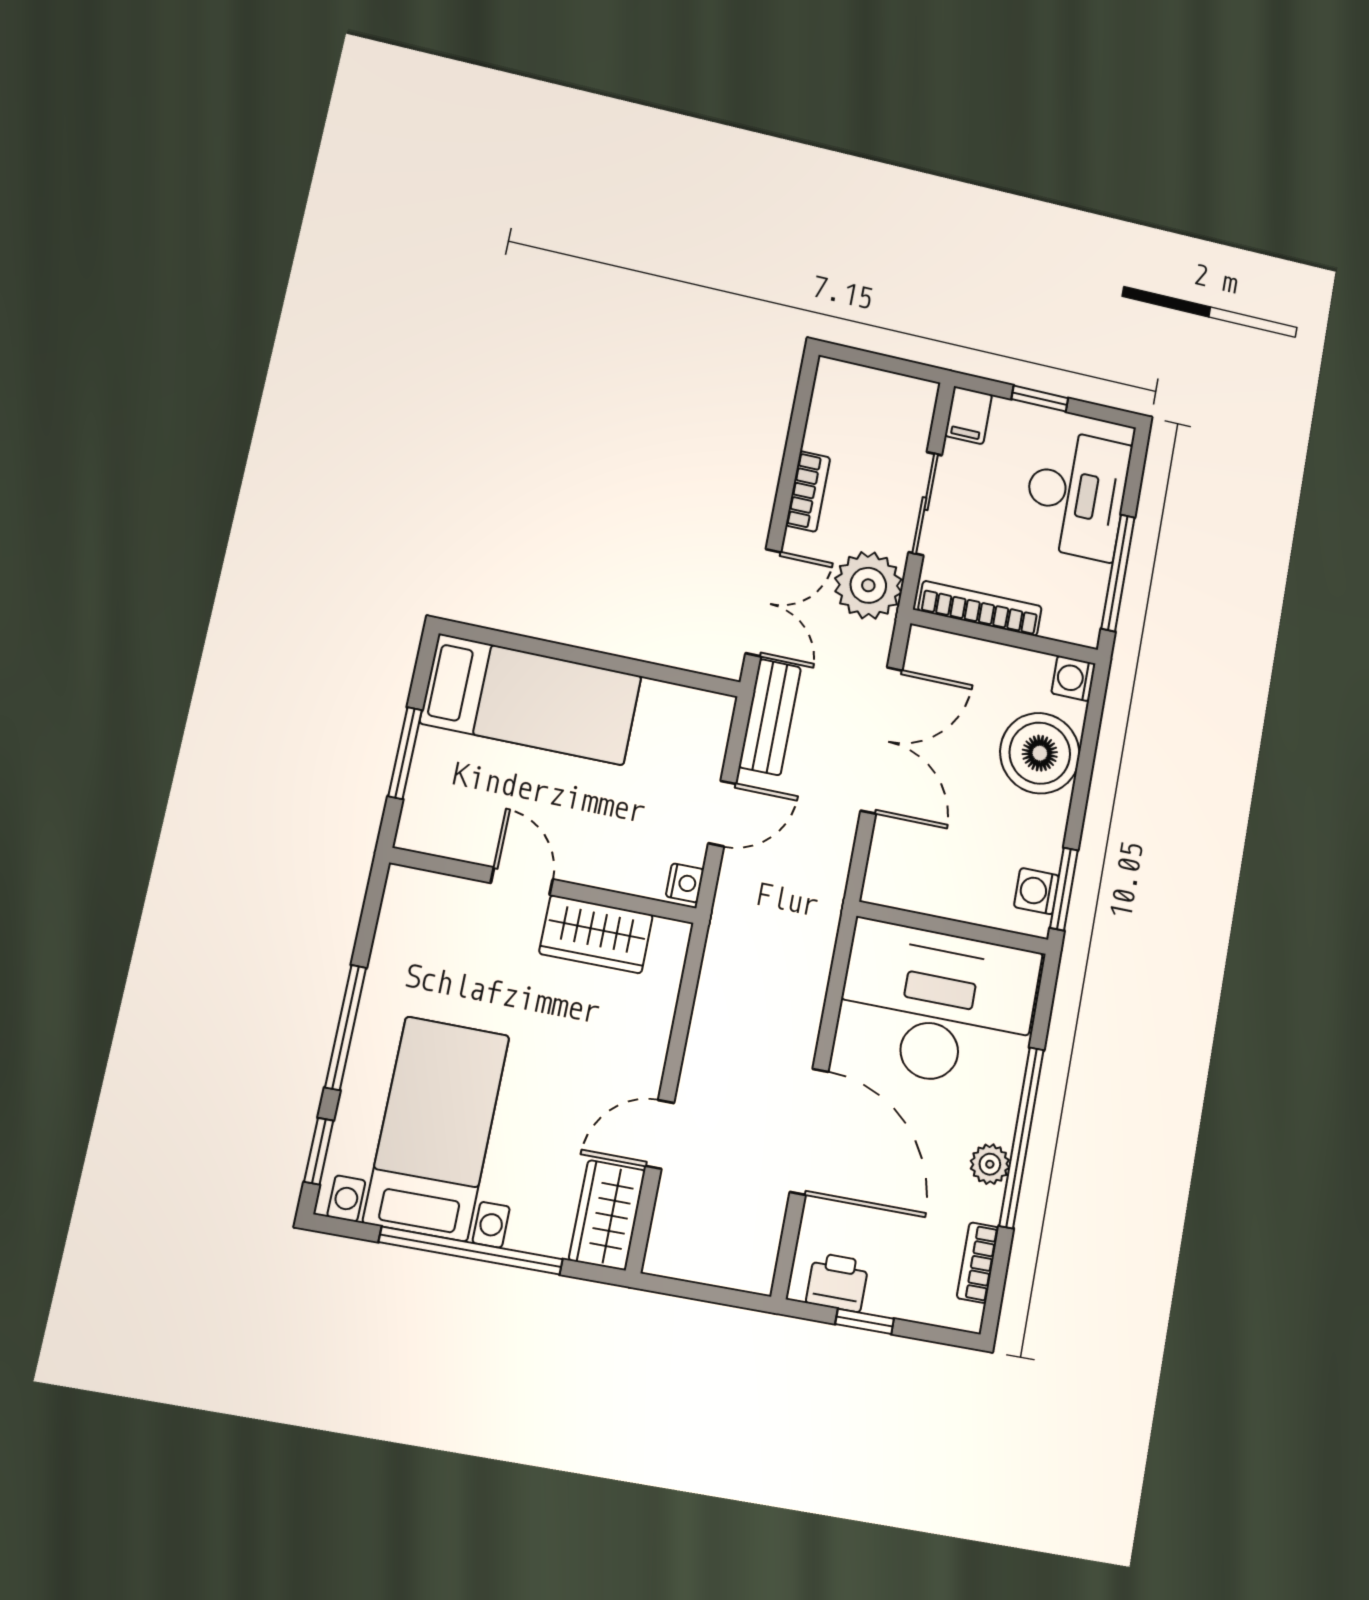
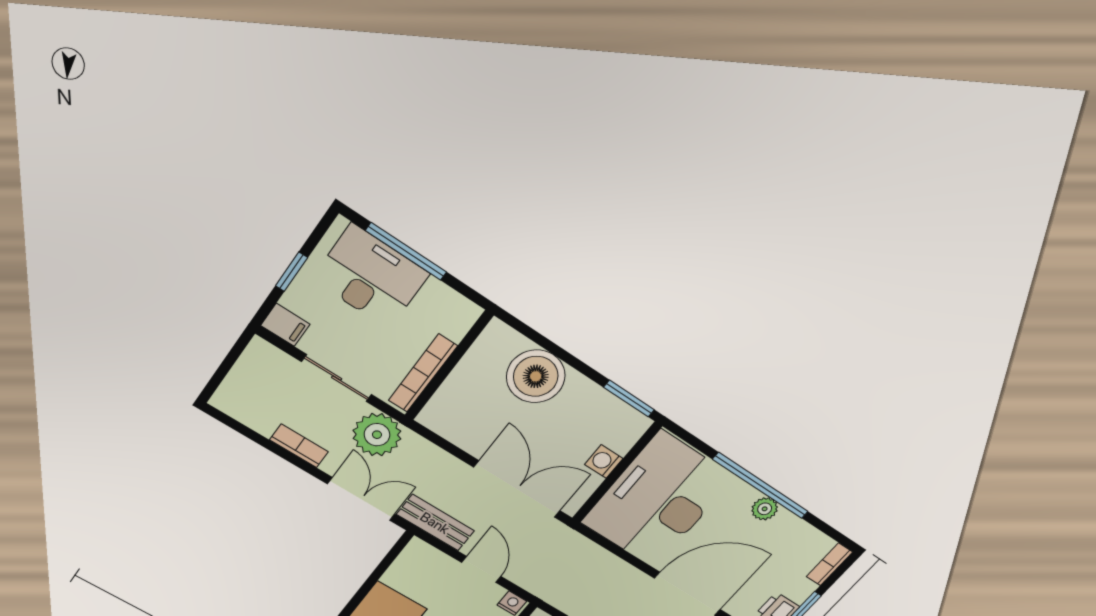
window: (1118, 573) -> (406, 251), moved
washing machine: (1073, 678) -> (497, 334), removed
double door: (881, 740) -> (517, 489), moved
washing machine: (1037, 891) -> (604, 461), moved, turned 90
bookcase: (978, 1263) -> (829, 564), moved, turned 90

